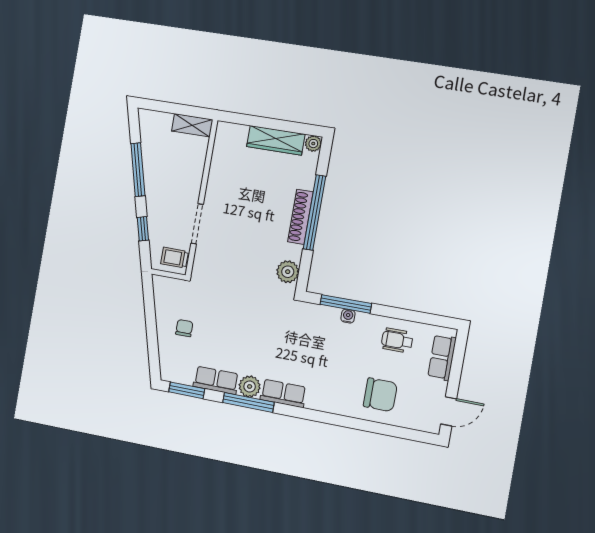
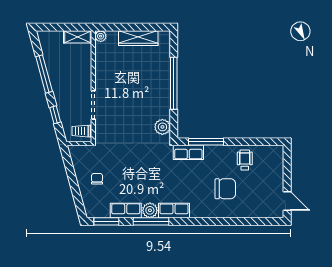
plant: (313, 144) -> (101, 36), moved
shoe rack: (300, 217) -> (165, 88), removed
water cooler: (348, 316) -> (209, 150), removed
wheelchair: (397, 340) -> (245, 160), turned 90
row of seats: (442, 357) -> (188, 152), moved, turned -90
chair: (380, 395) -> (225, 189), moved
door: (449, 411) -> (287, 201), hinge flipped

